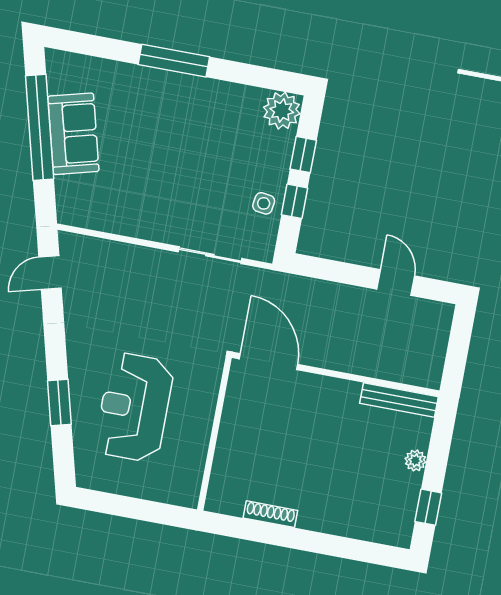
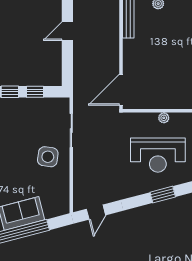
side table: (264, 203) -> (48, 157), moved, width x1.87, depth x1.87
door: (50, 273) -> (96, 212), hinge flipped
plant: (202, 431) -> (164, 118), added

